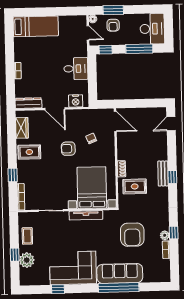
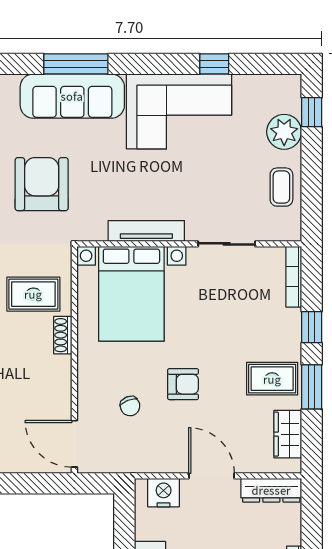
window: (12, 149) -> (312, 387), added
window: (15, 255) -> (312, 112), moved
window: (119, 288) -> (76, 64), width x0.68

